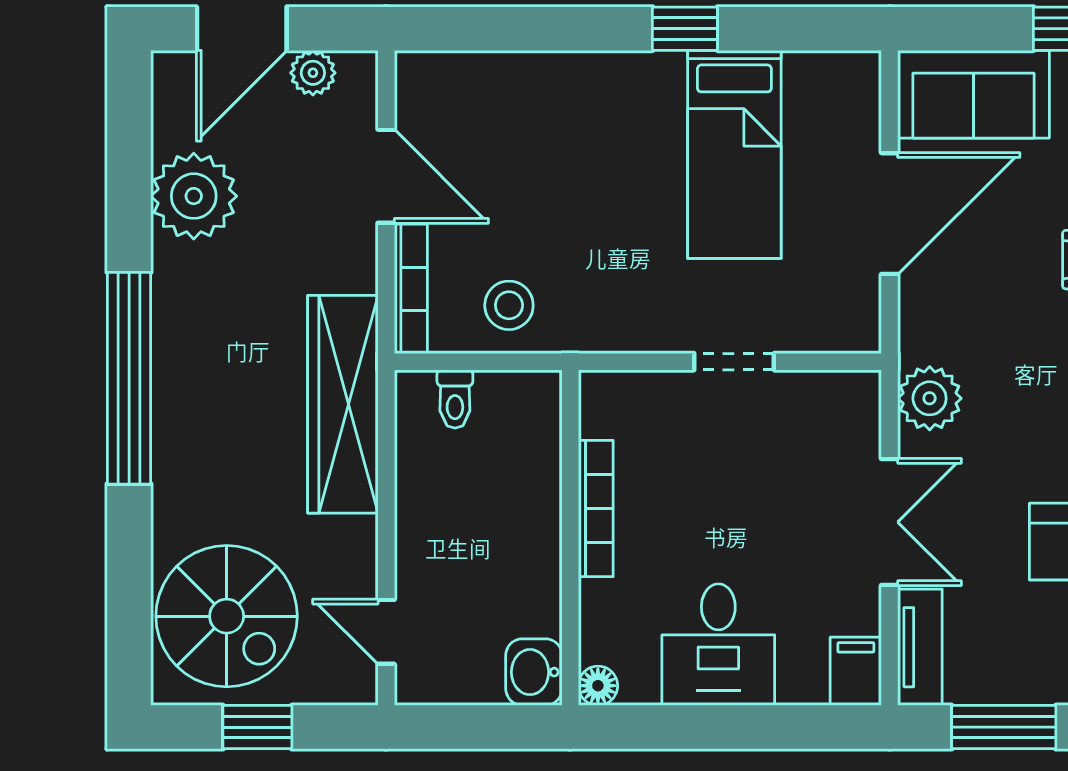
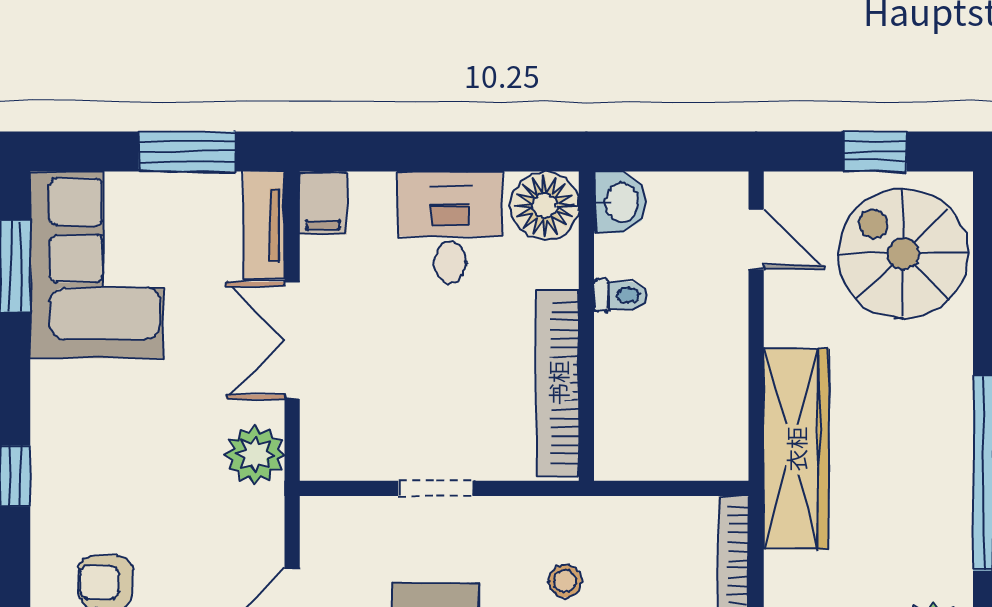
stool: (509, 305) -> (565, 581), moved, width x0.73, depth x0.73
toilet: (455, 399) -> (621, 295), moved, turned 90
bookcase: (596, 509) -> (558, 383), width x1.48, depth x1.31
floor lamp: (598, 686) -> (545, 206), width x1.89, depth x1.89

